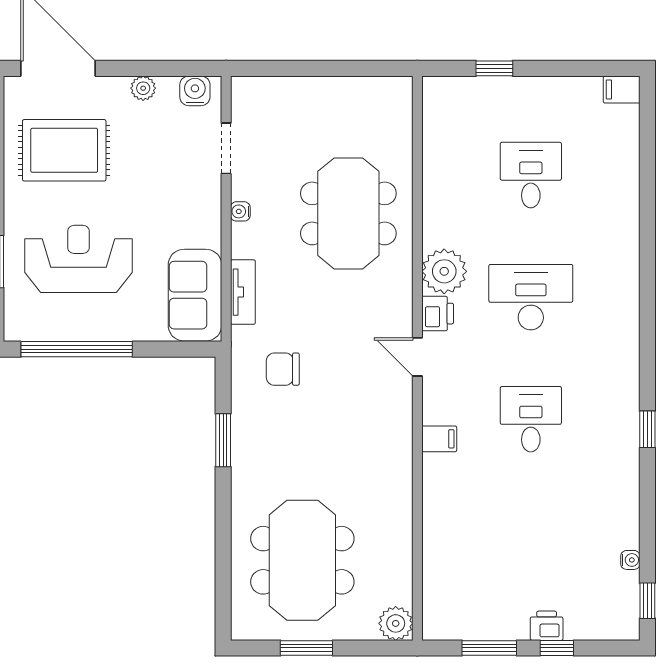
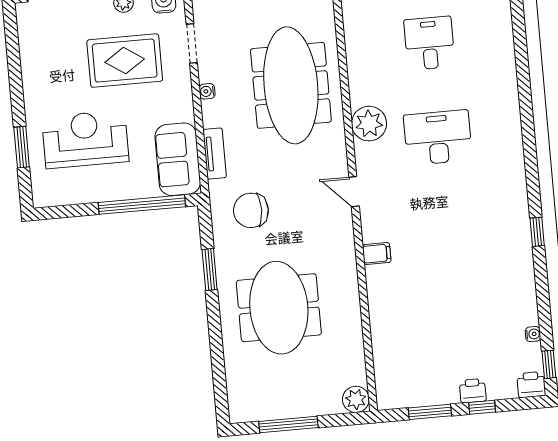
rug: (64, 150) -> (125, 61), moved
meeting table: (348, 213) -> (291, 85), width x1.36
printer: (438, 314) -> (531, 385), moved, turned -90
window: (77, 349) -> (142, 205), moved
chair: (283, 369) -> (251, 210), width x1.37, depth x1.37
desk: (531, 419) -> (446, 232), removed
meeting table: (302, 560) -> (279, 308), moved
window: (306, 648) -> (288, 425), width x1.44

